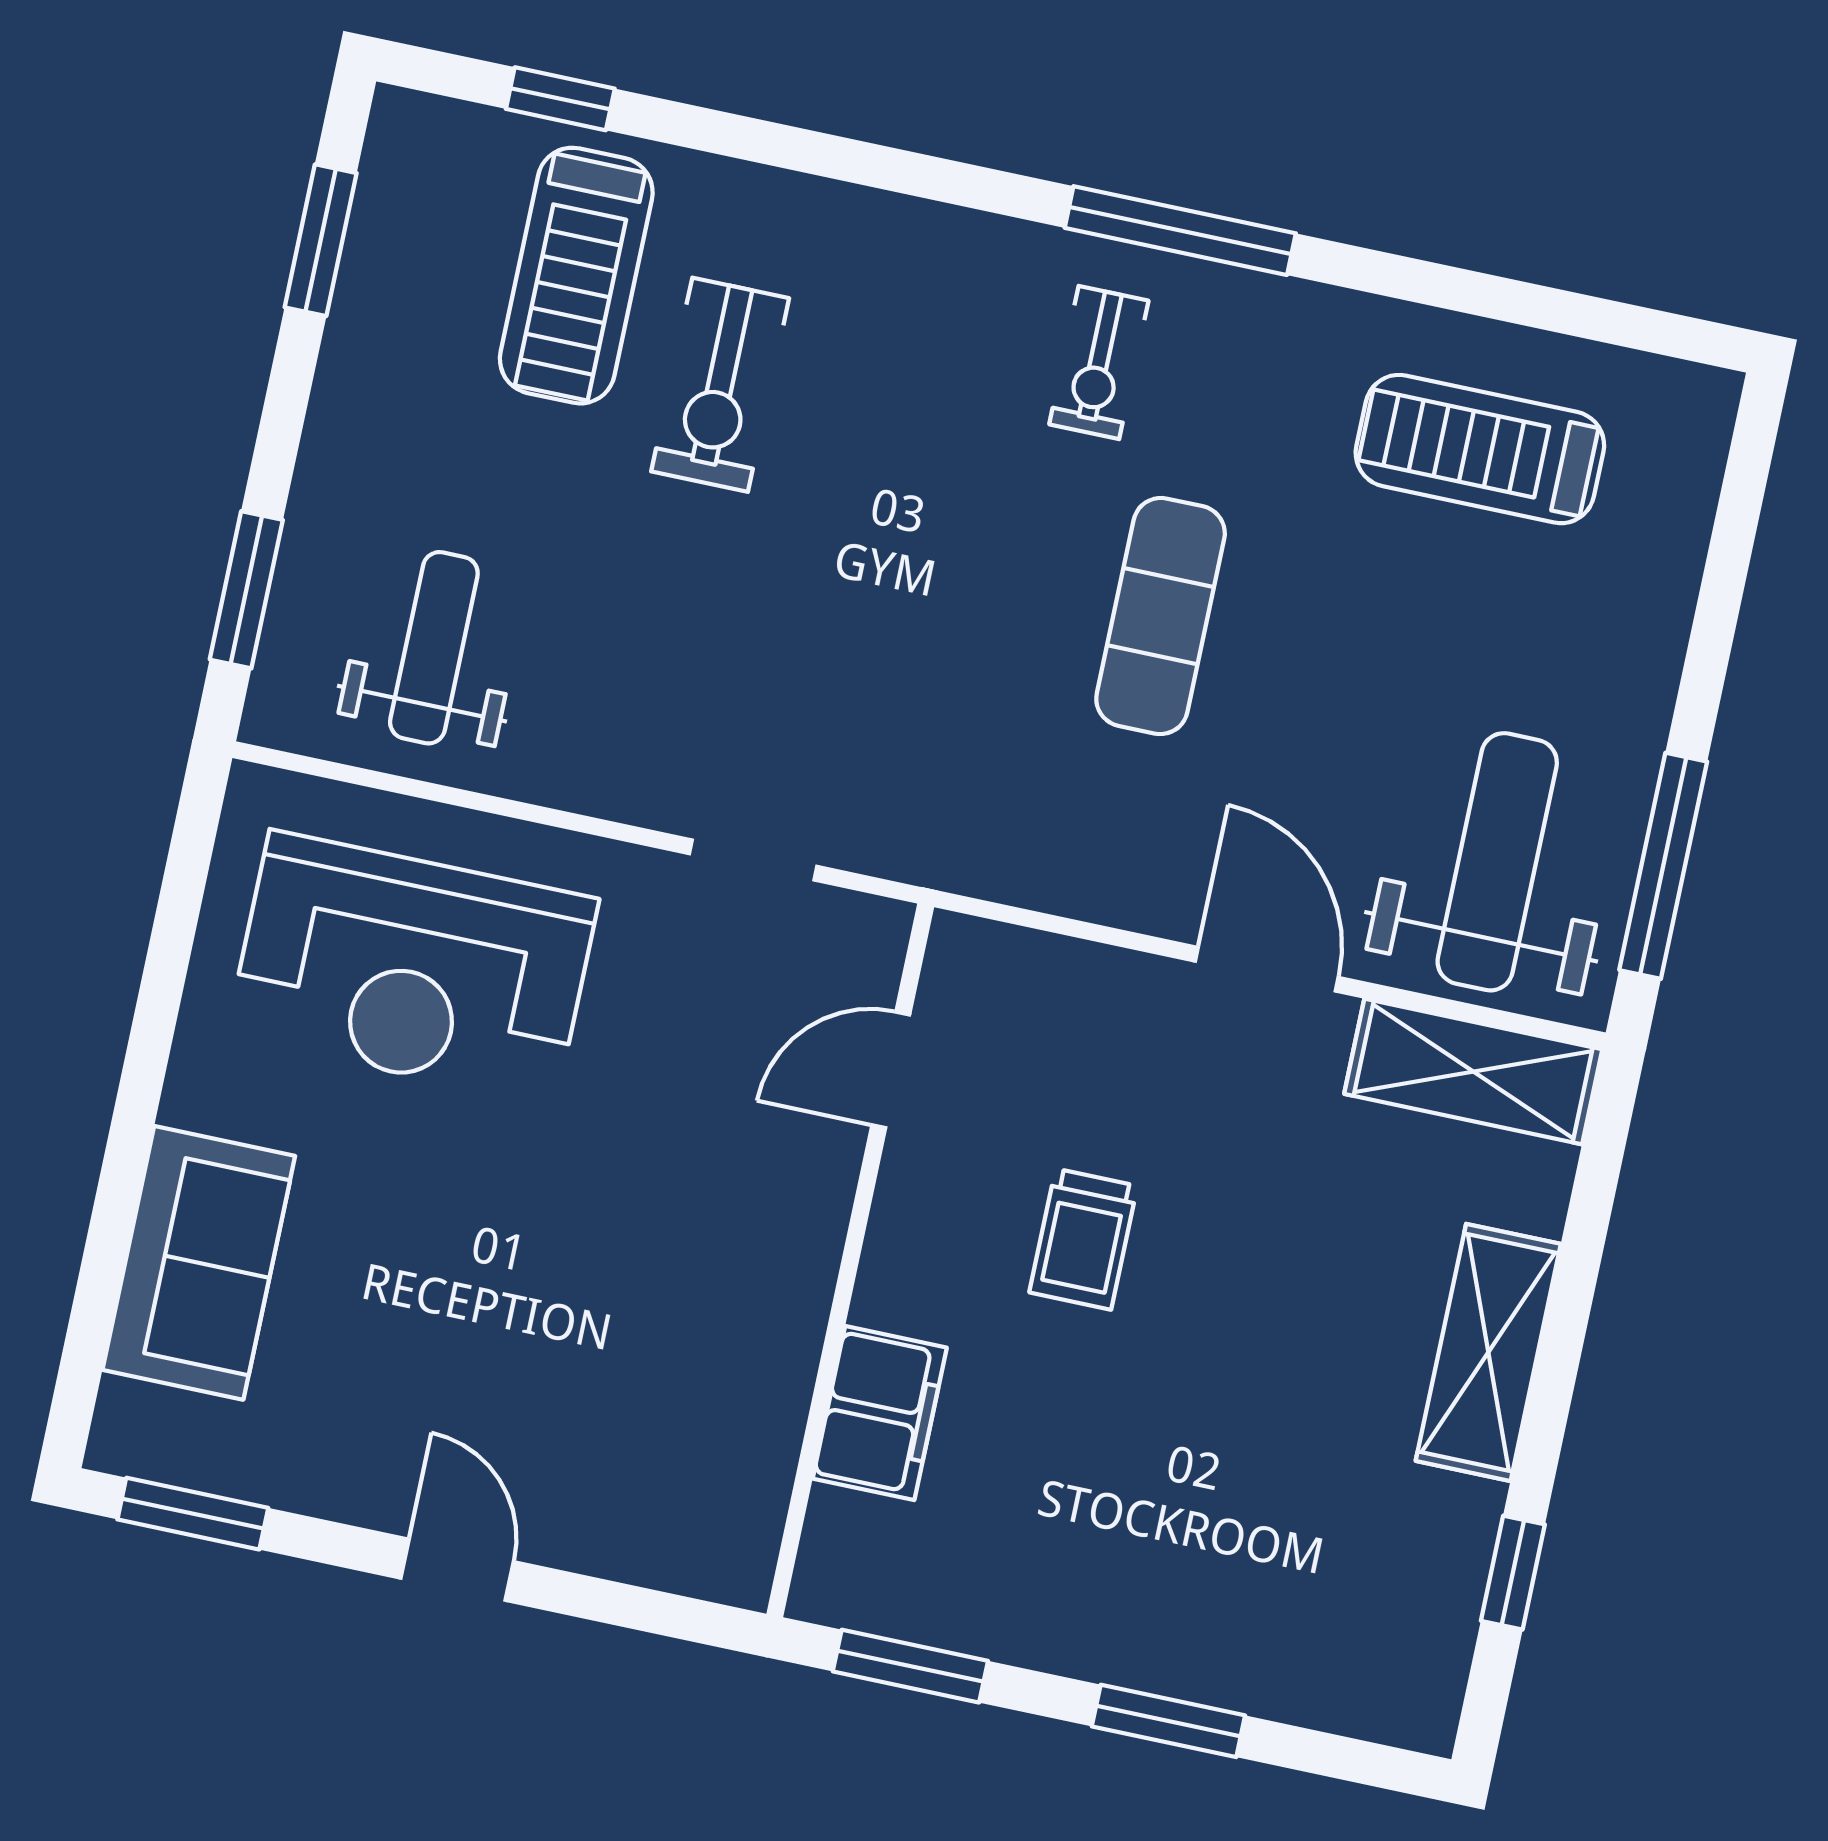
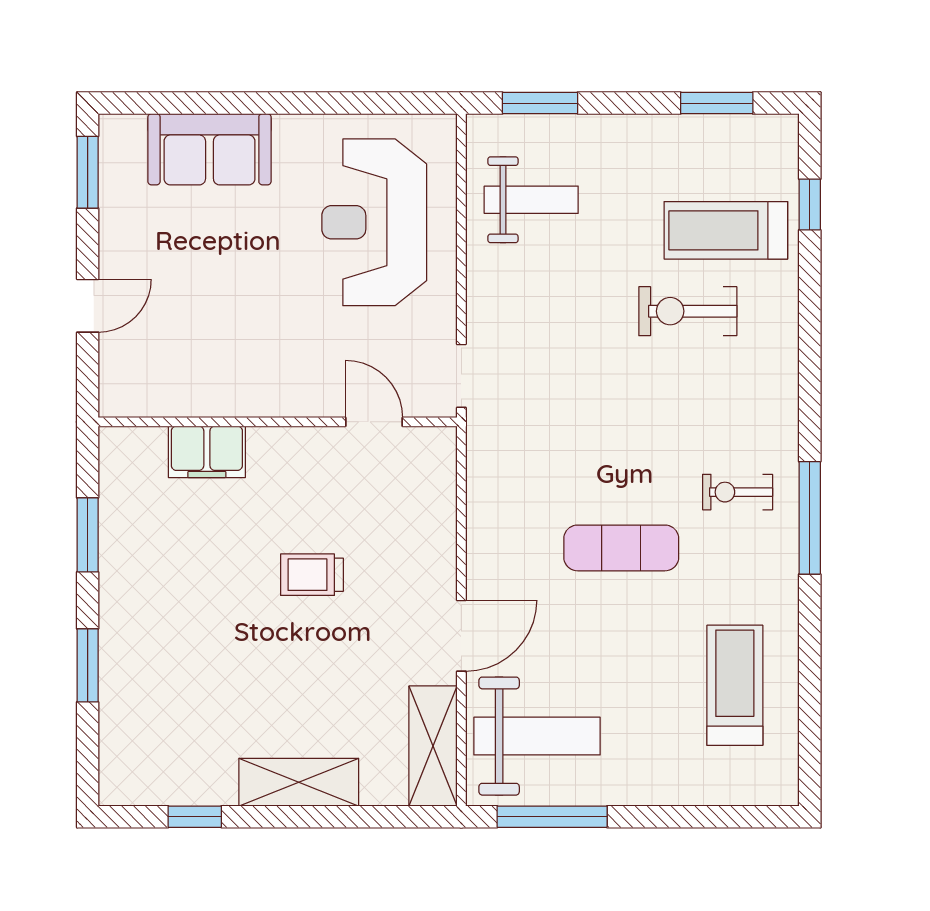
door: (891, 1070) -> (374, 422), moved
wall: (850, 1260) -> (278, 422), moved
filing cabinet: (880, 1413) -> (207, 452), moved

